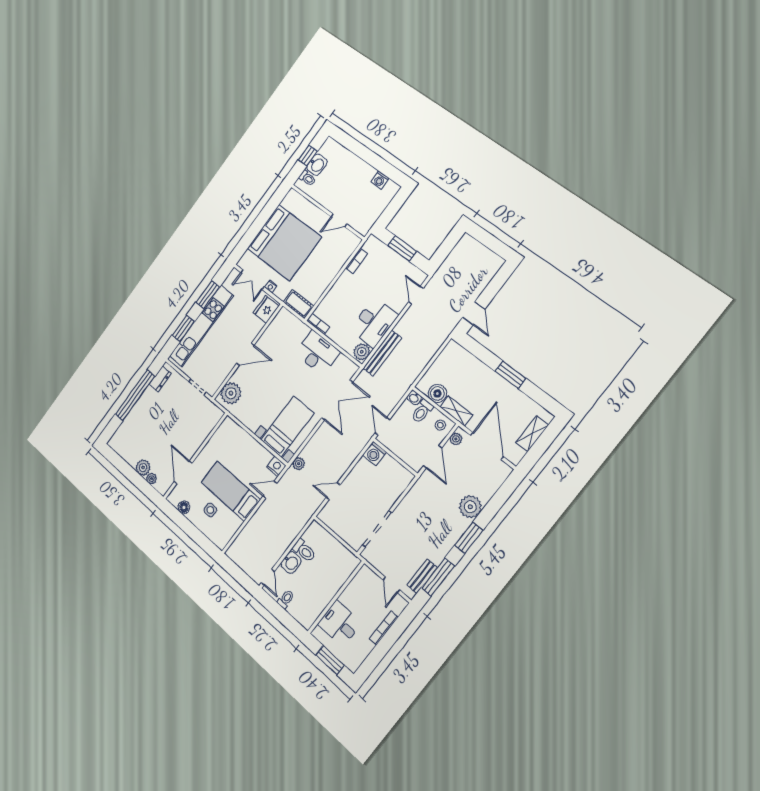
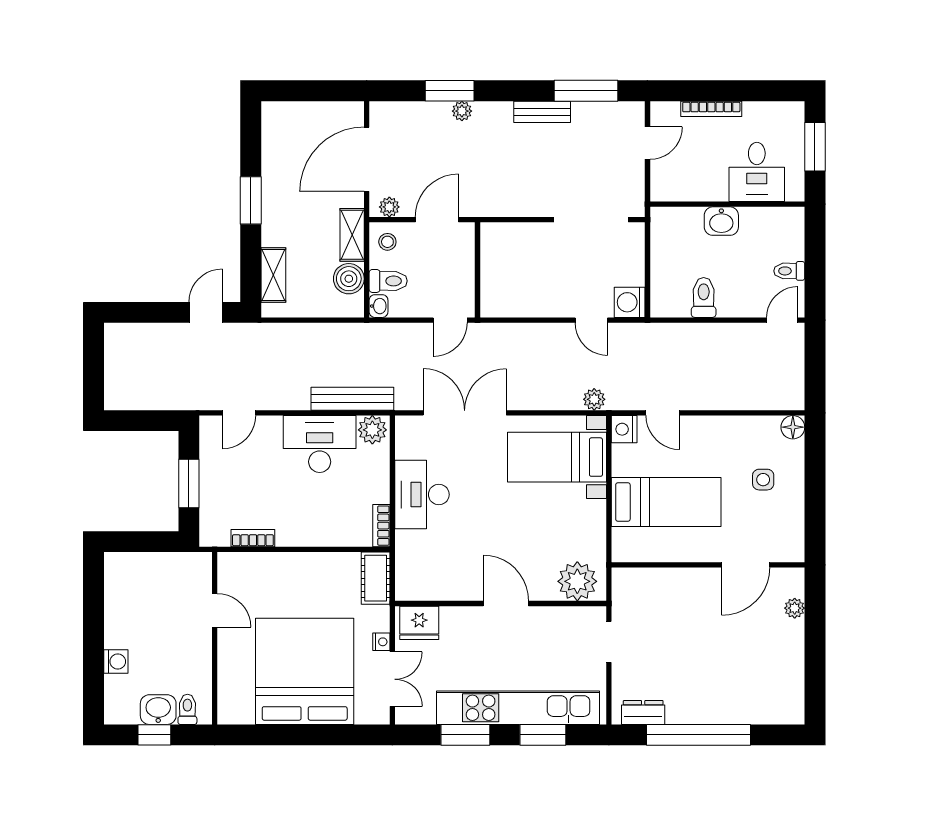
washing machine: (380, 180) -> (116, 662), moved
shelving: (532, 434) -> (273, 275), moved, turned 90
washing machine: (374, 454) -> (630, 302), moved, turned 180
plant: (143, 468) -> (790, 635), removed
bed: (231, 491) -> (666, 502), moved, turned -90
floor lamp: (184, 507) -> (793, 427), moved
plant: (470, 507) -> (462, 111), width x0.53, depth x0.53
window: (469, 538) -> (450, 91), moved
washbasin: (291, 562) -> (721, 221), moved, turned 180
bench: (422, 576) -> (542, 112), moved

